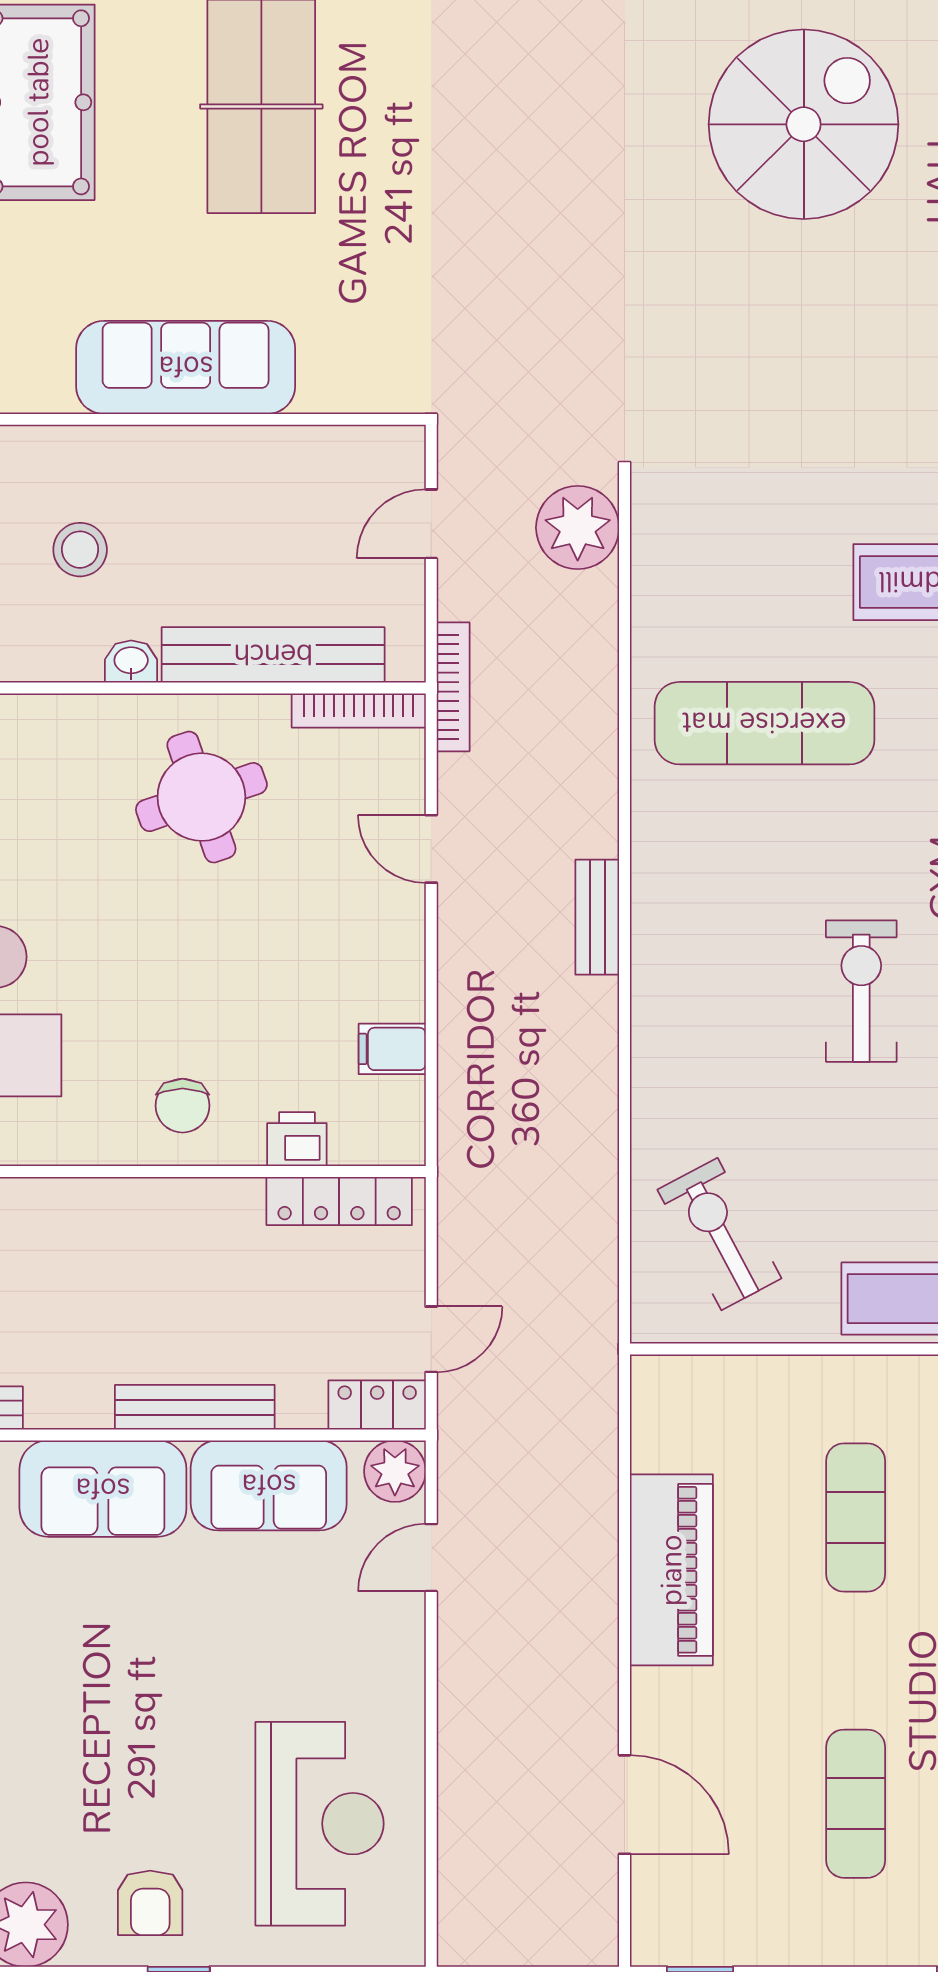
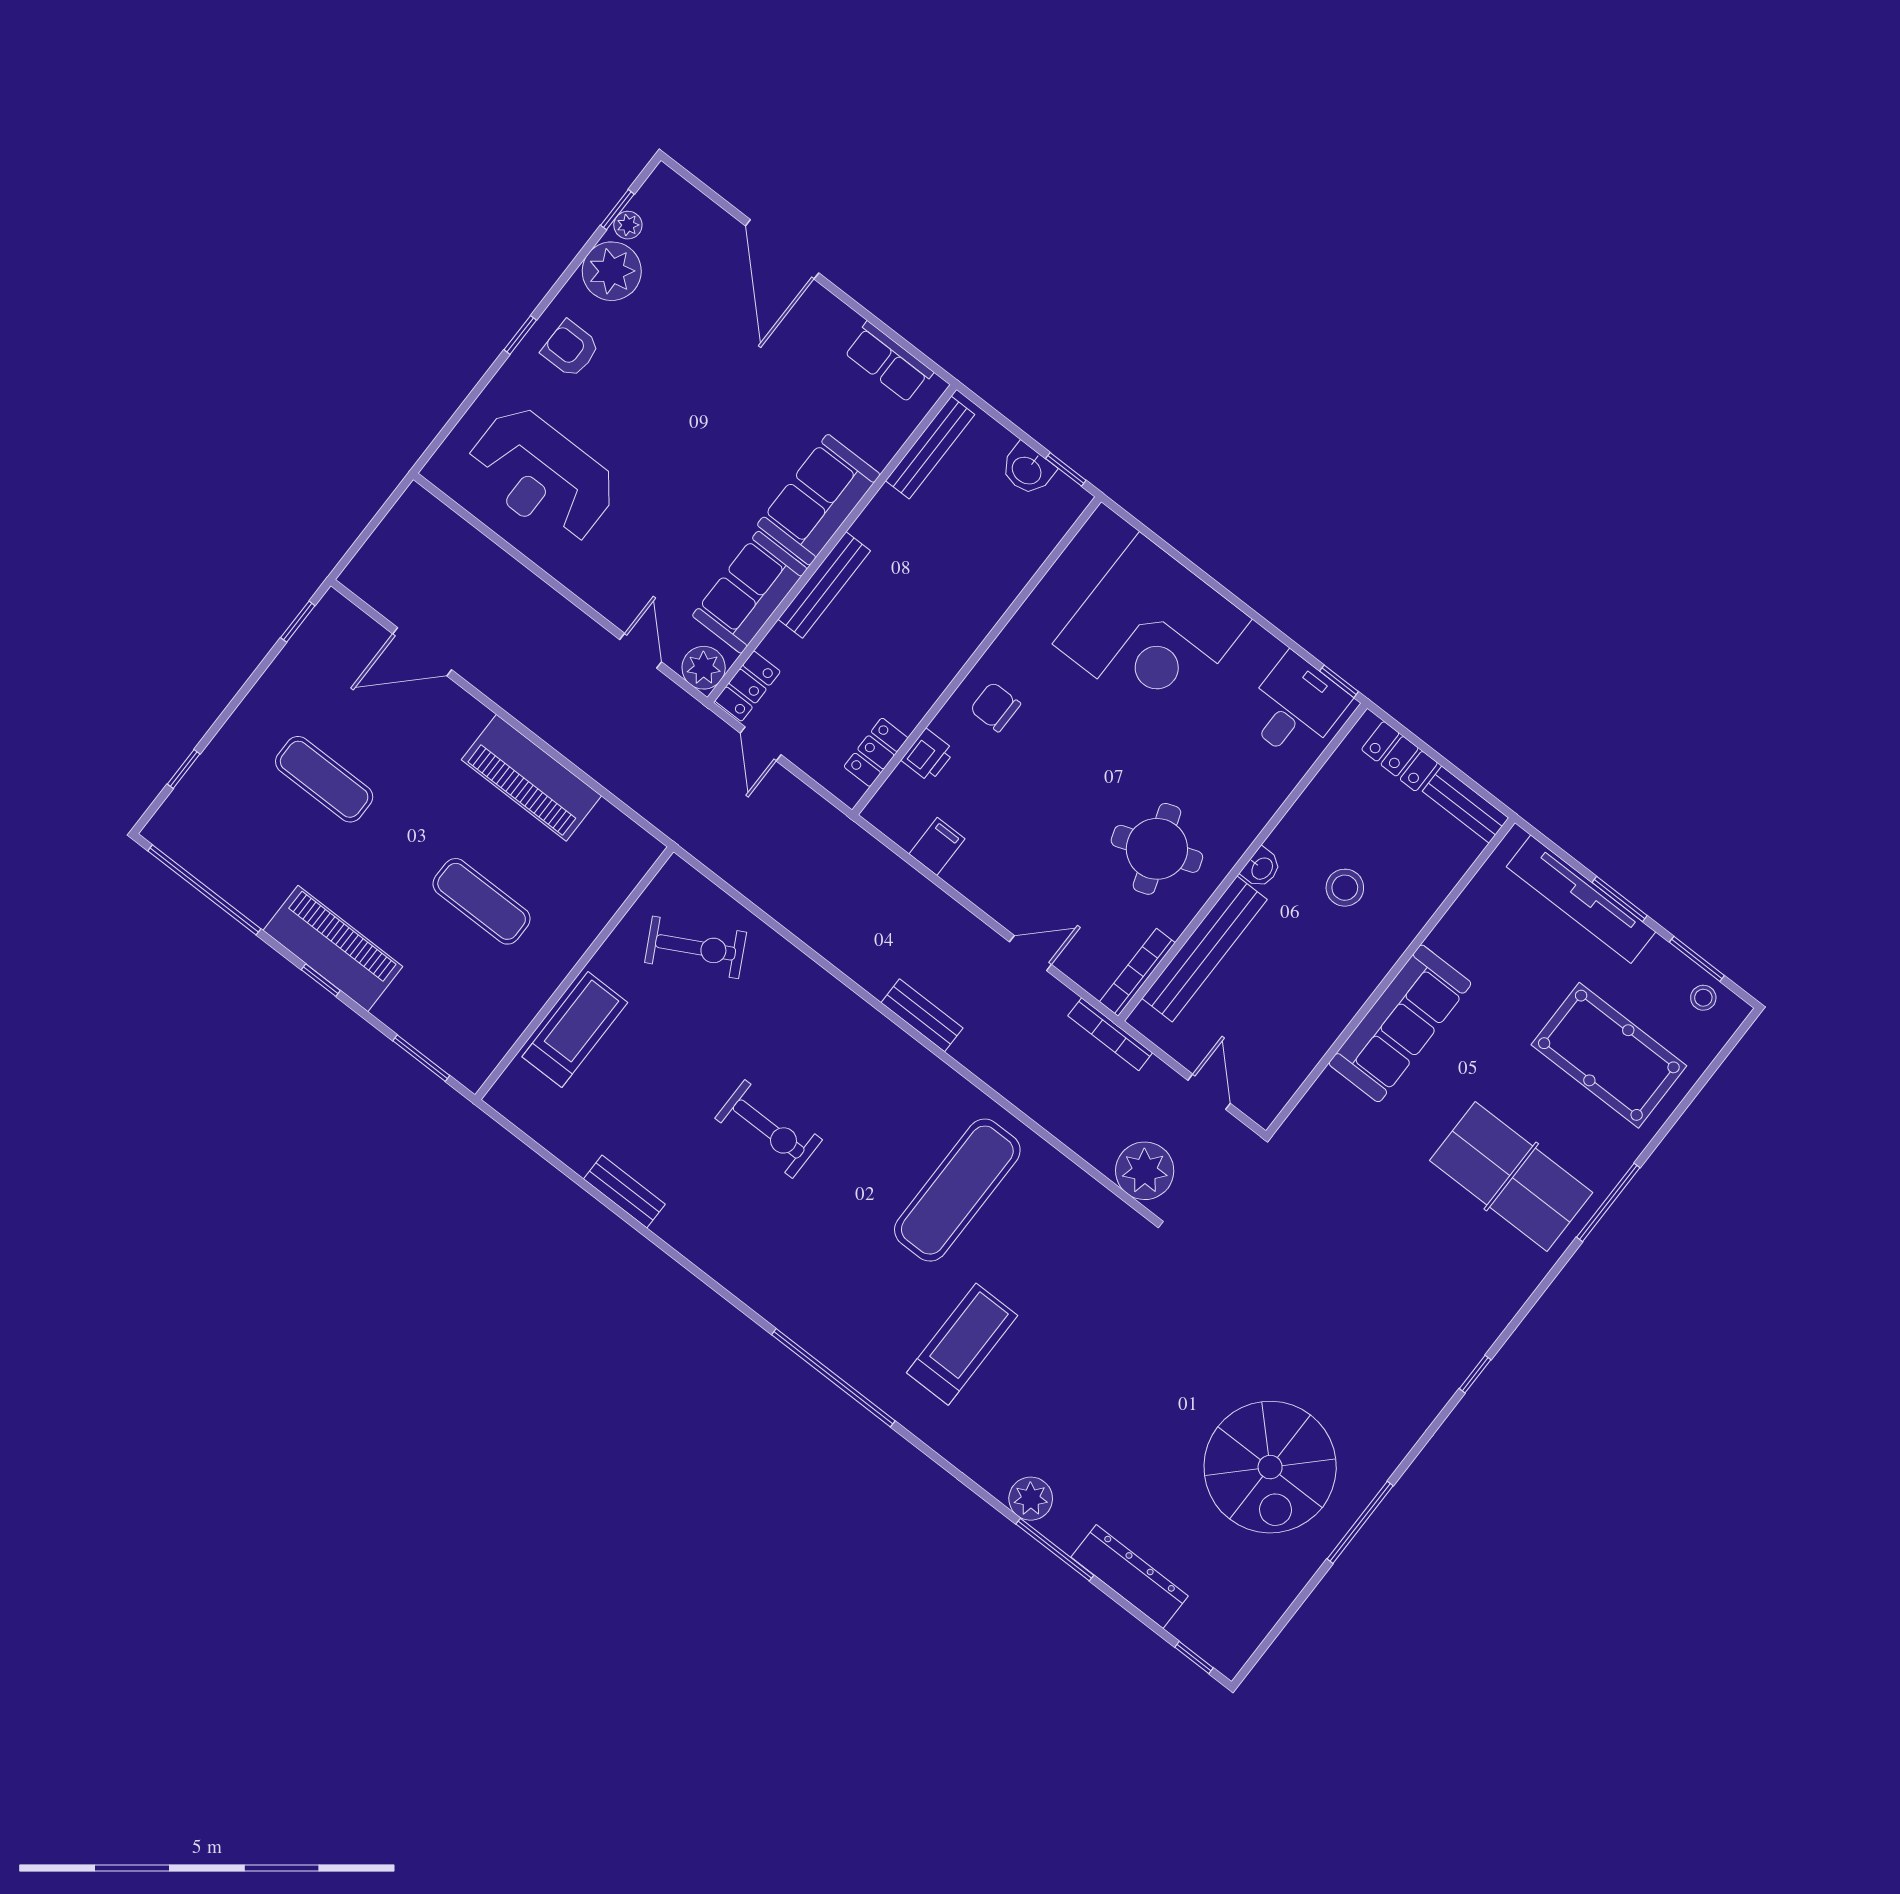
locker: (339, 1201) -> (876, 752), width x0.66

